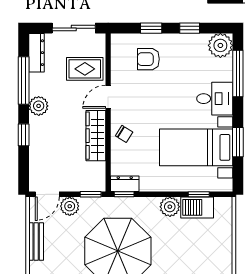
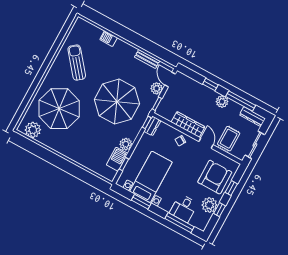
plant: (220, 45) -> (209, 205), moved
armchair: (148, 59) -> (215, 177), width x1.88, depth x1.88
desk: (215, 99) -> (184, 208), moved

